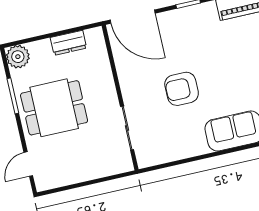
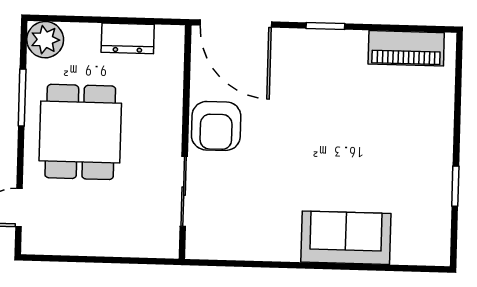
armchair: (182, 89) -> (216, 126), moved, turned -90
dining table: (54, 108) -> (80, 132), turned 90

